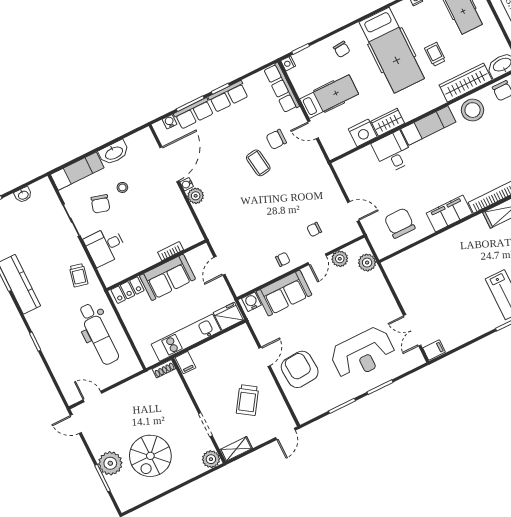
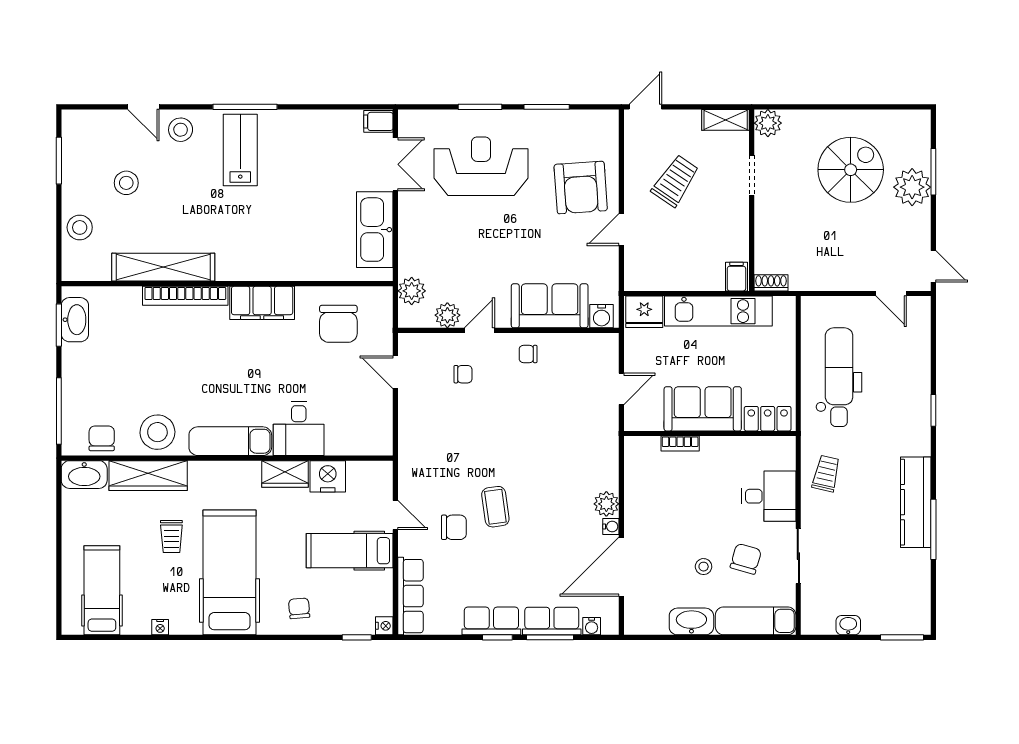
kitchen sink: (406, 287) -> (375, 230), added

